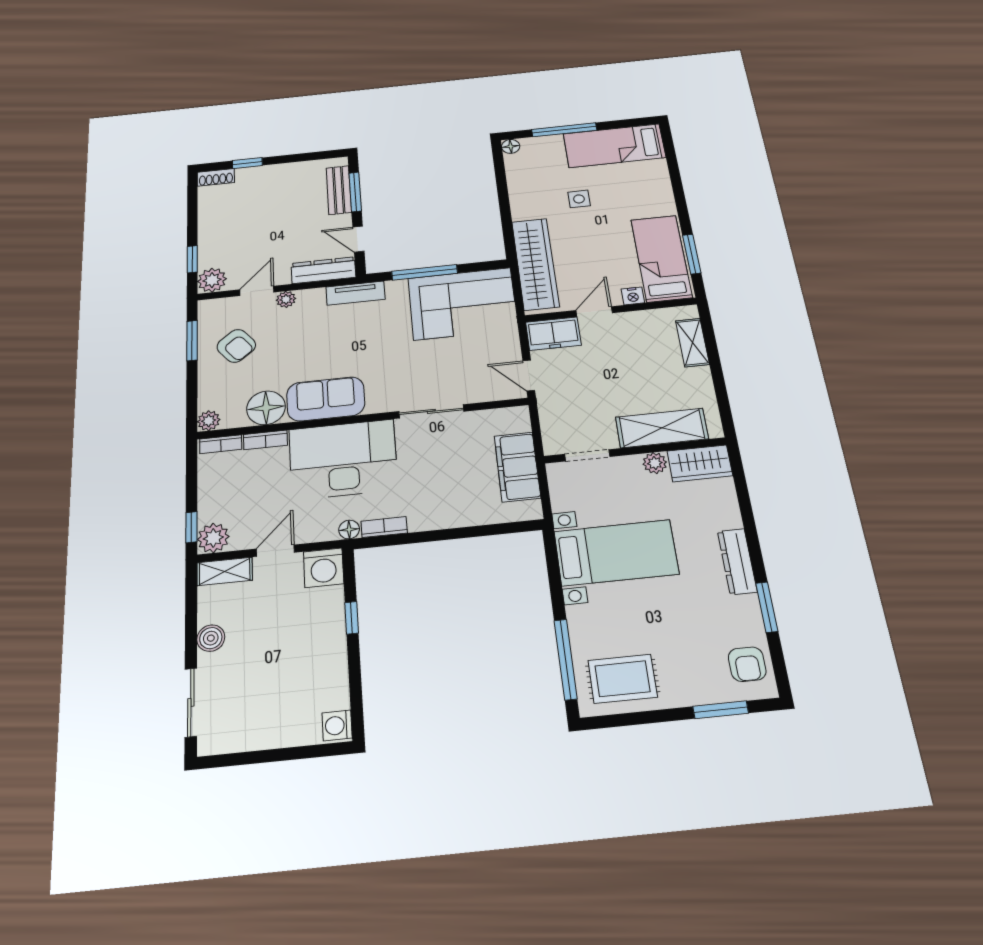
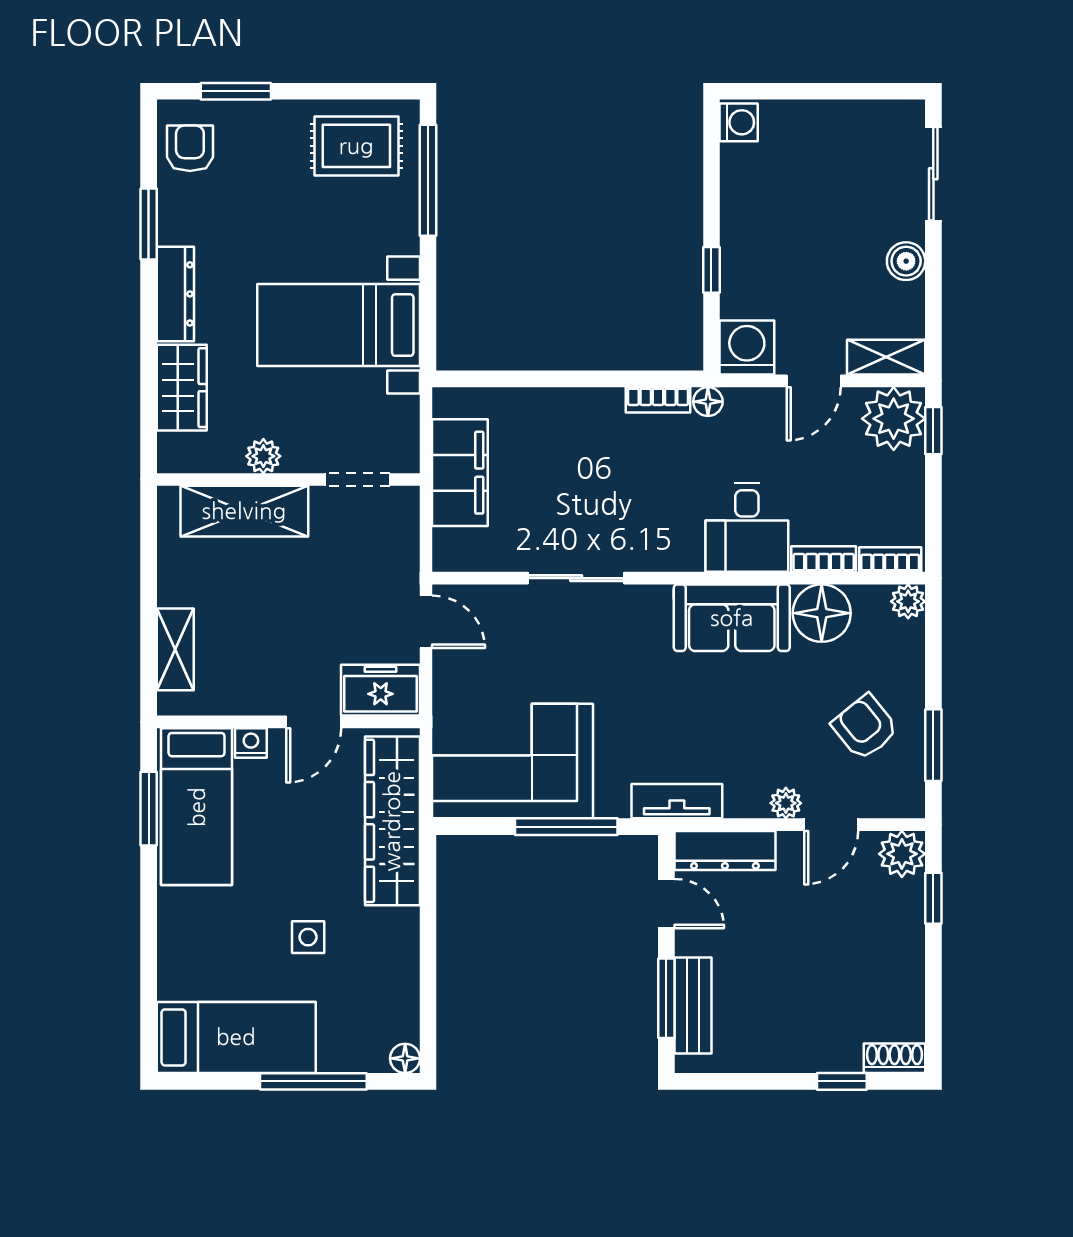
desk: (343, 459) -> (747, 527), width x0.53, depth x0.77
wardrobe: (700, 463) -> (182, 388), moved, turned 90
plant: (213, 538) -> (894, 419), width x1.36, depth x1.36

